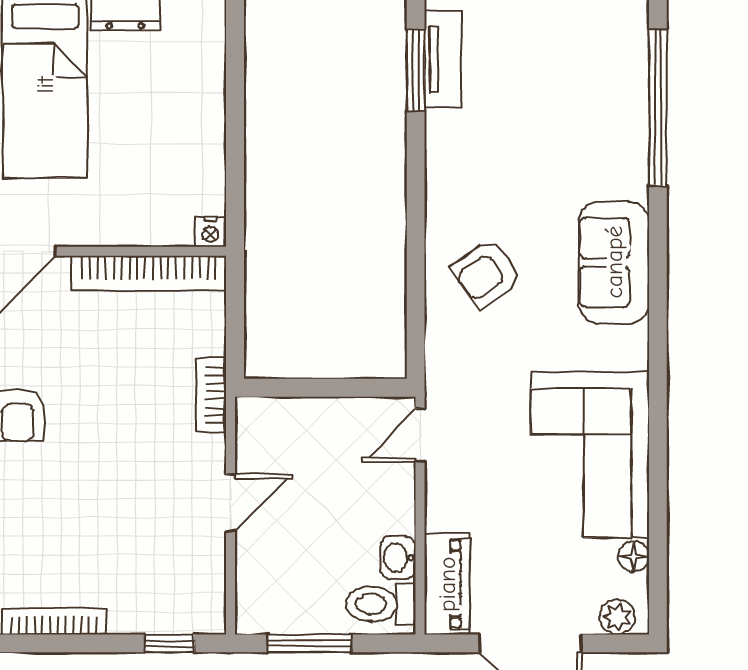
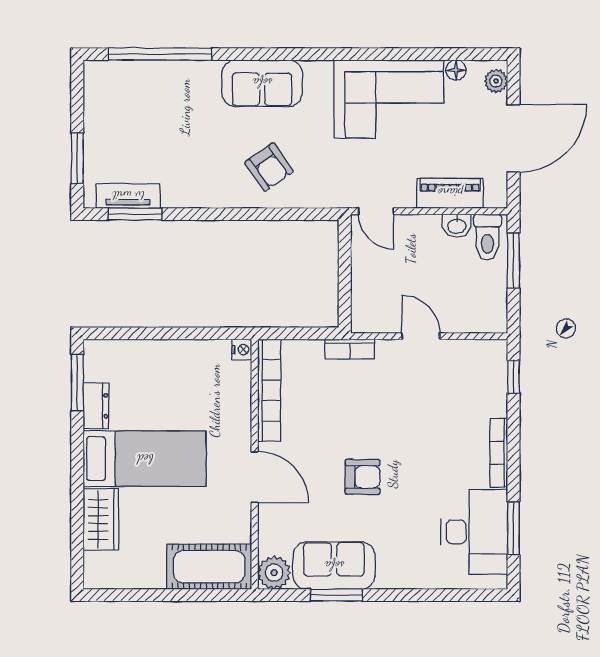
piano: (447, 584) -> (450, 193), moved
window: (309, 643) -> (513, 260), moved

